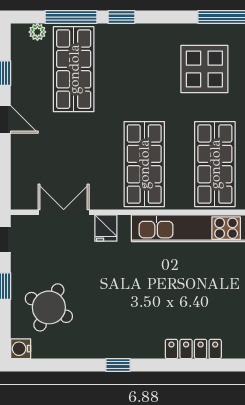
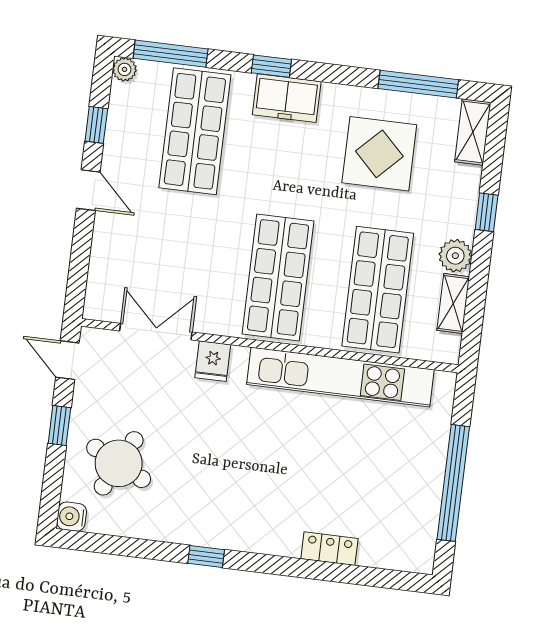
window: (71, 17) -> (171, 54), moved
plant: (37, 32) -> (124, 69), moved
freezer: (135, 38) -> (287, 98), added
locker: (193, 349) -> (329, 549), width x0.66

